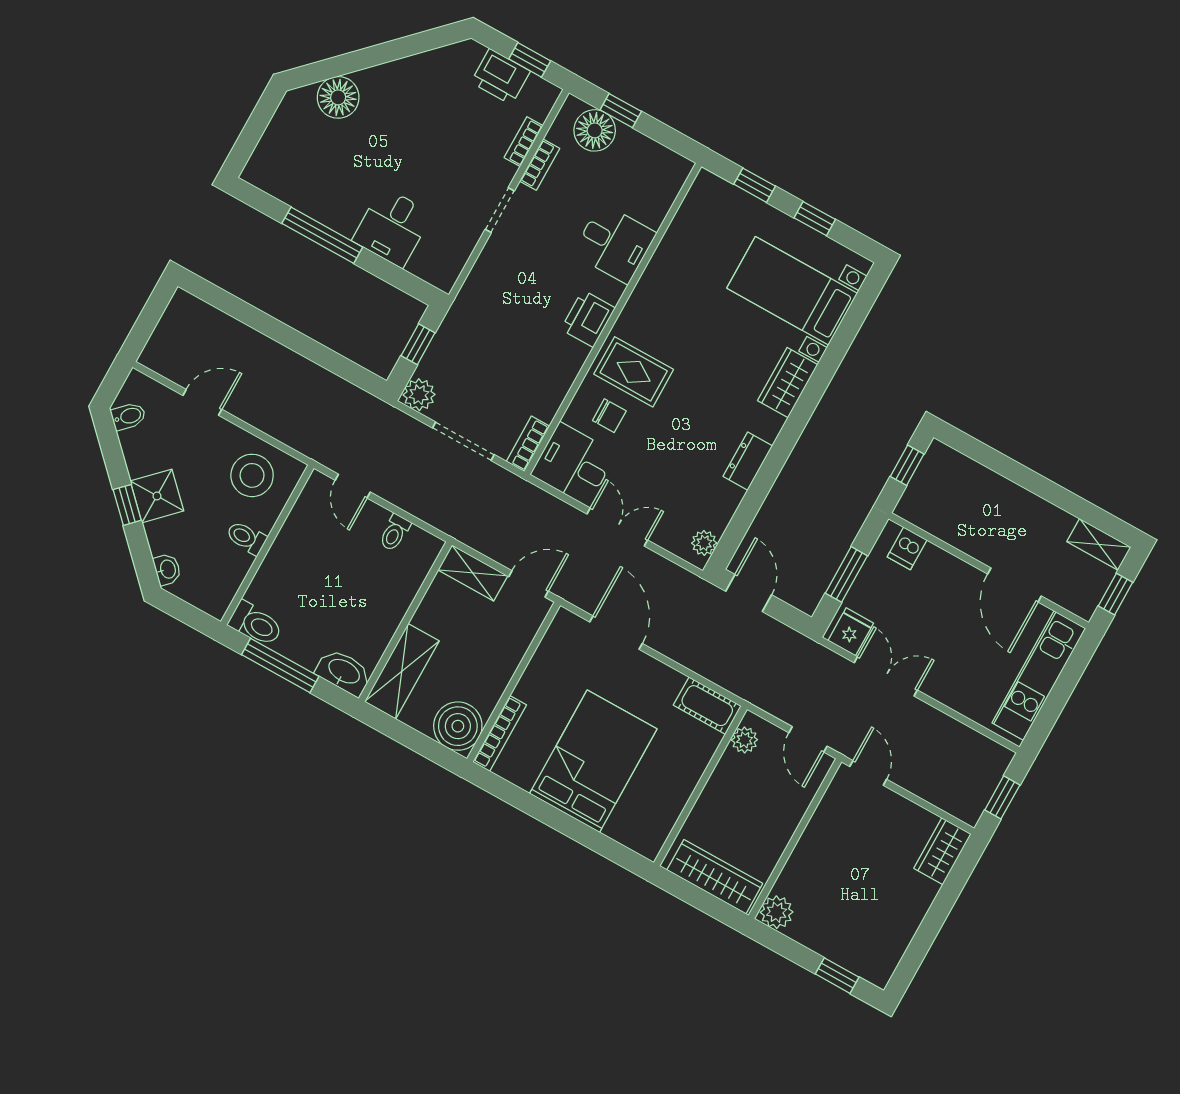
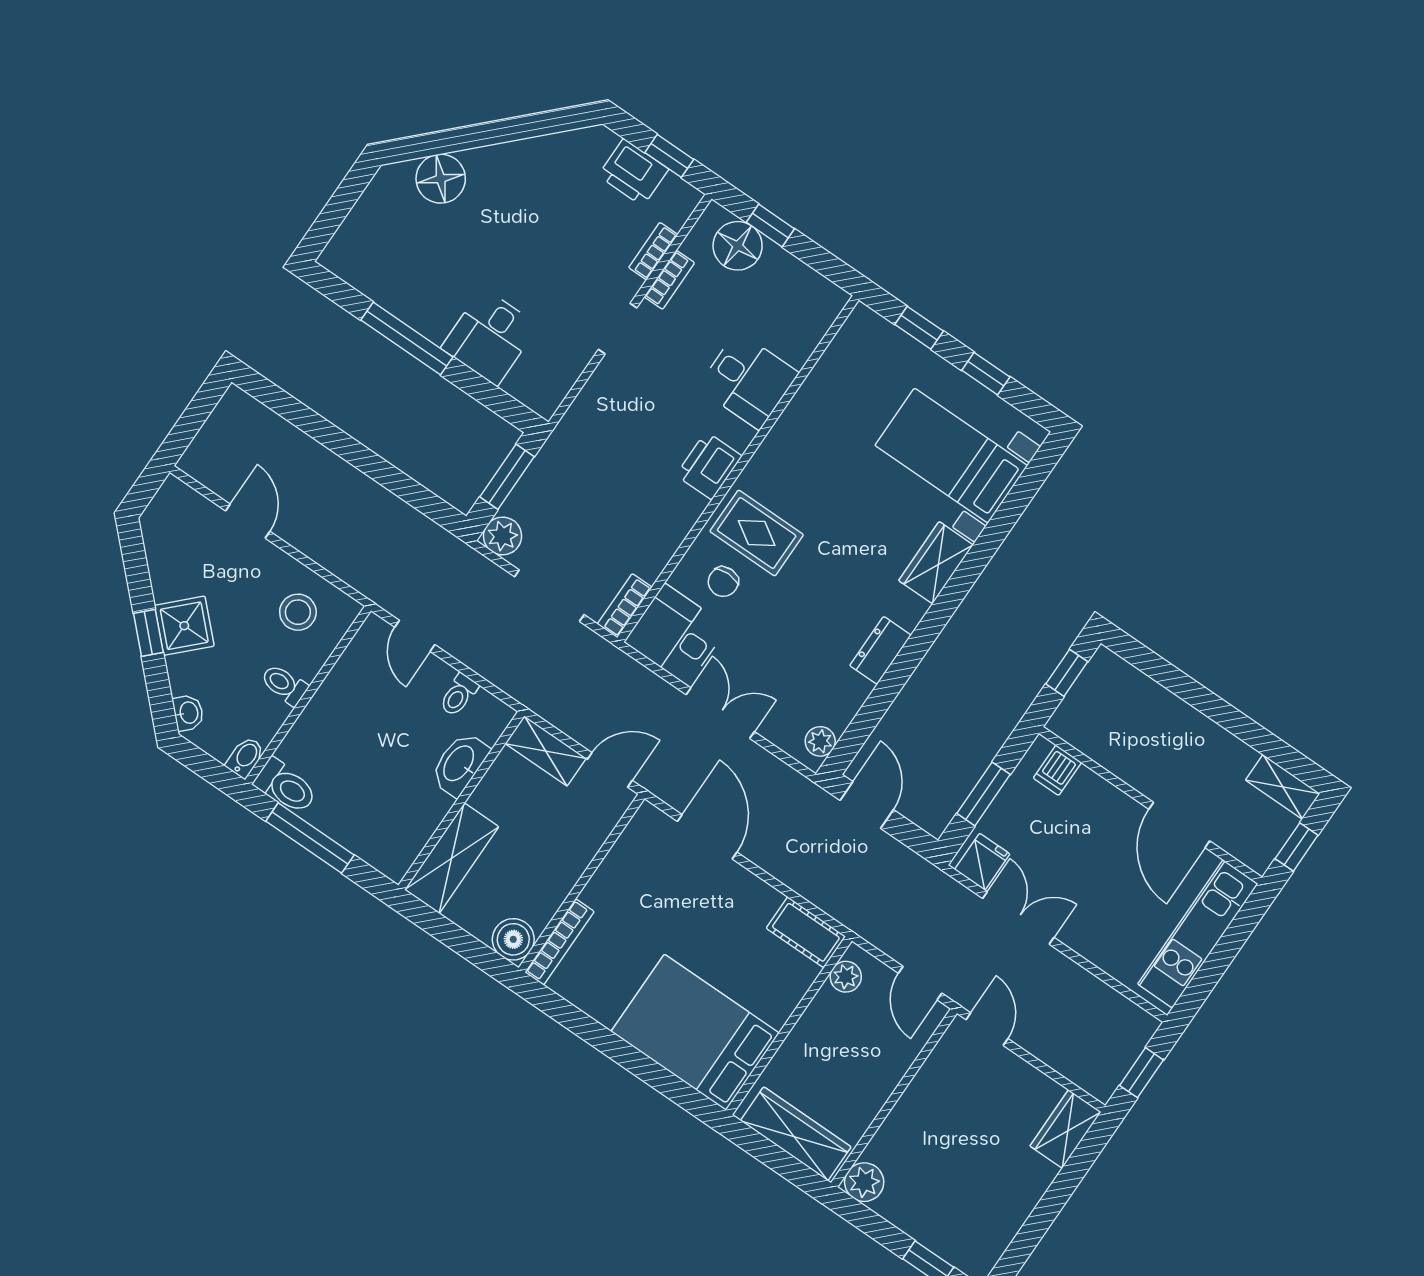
window: (418, 344) -> (507, 477), width x1.50
door: (202, 402) -> (248, 521), hinge flipped
bidet: (128, 416) -> (245, 757), moved, turned -45
chair: (609, 416) -> (723, 582), turned 90
stool: (252, 475) -> (298, 612), width x0.73, depth x0.73
washbasin: (344, 672) -> (460, 764), moved, turned -90
boiler: (458, 726) -> (513, 939), width x0.73, depth x0.73
bed: (593, 761) -> (695, 1032), moved, turned -90

